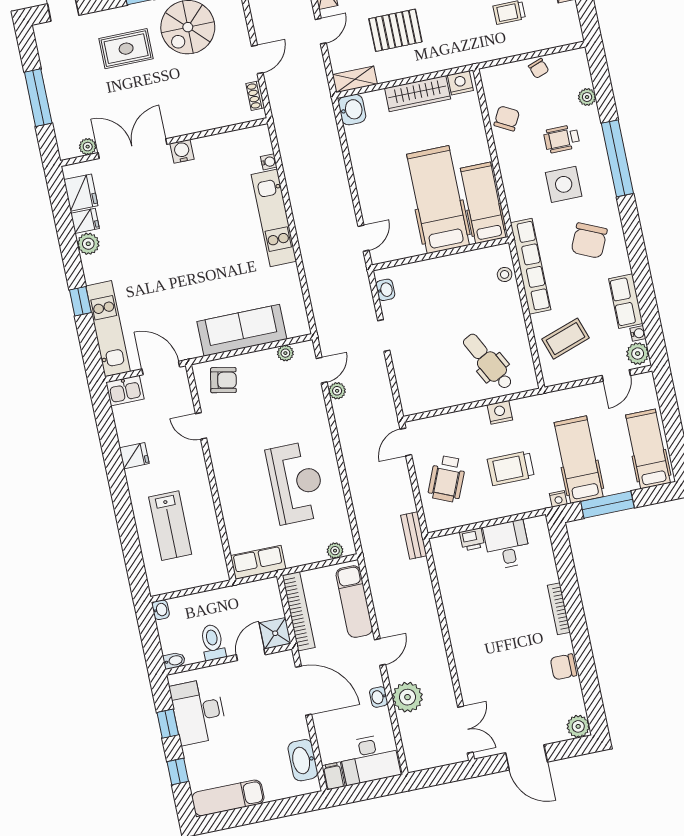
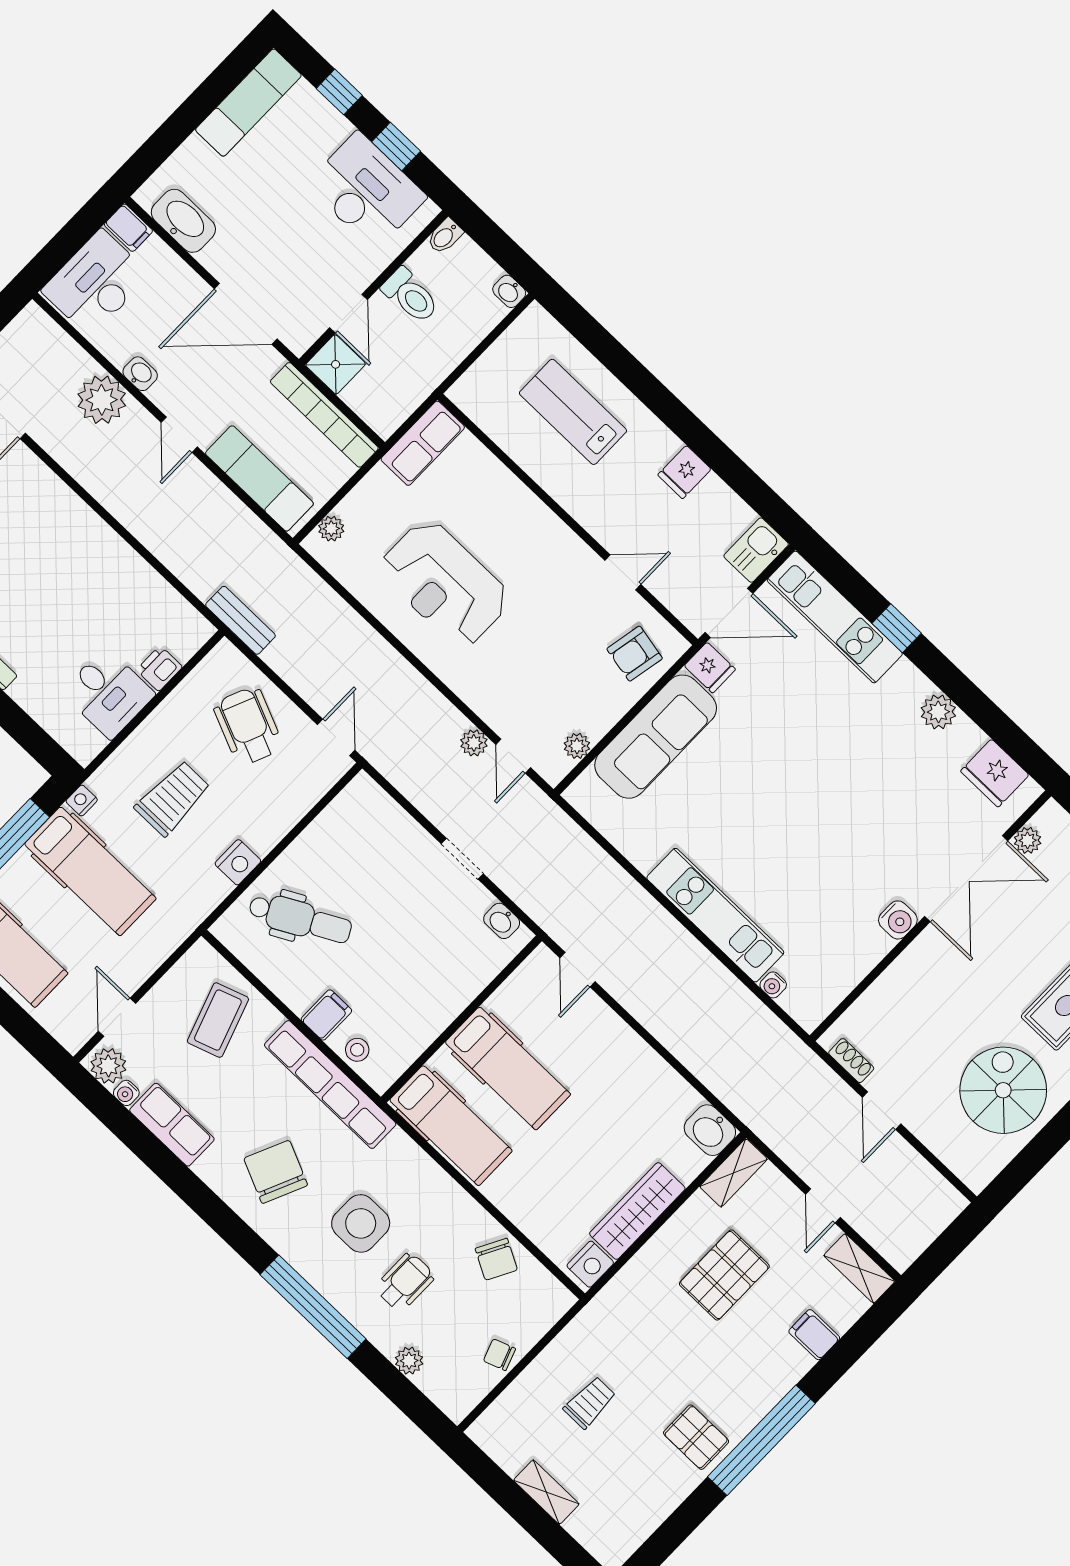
hospital bed: (438, 200) -> (508, 1068), width x0.73, depth x0.78
fridge: (85, 221) -> (710, 668), moved, turned -90
filing cabinet: (508, 303) -> (326, 1015), added

